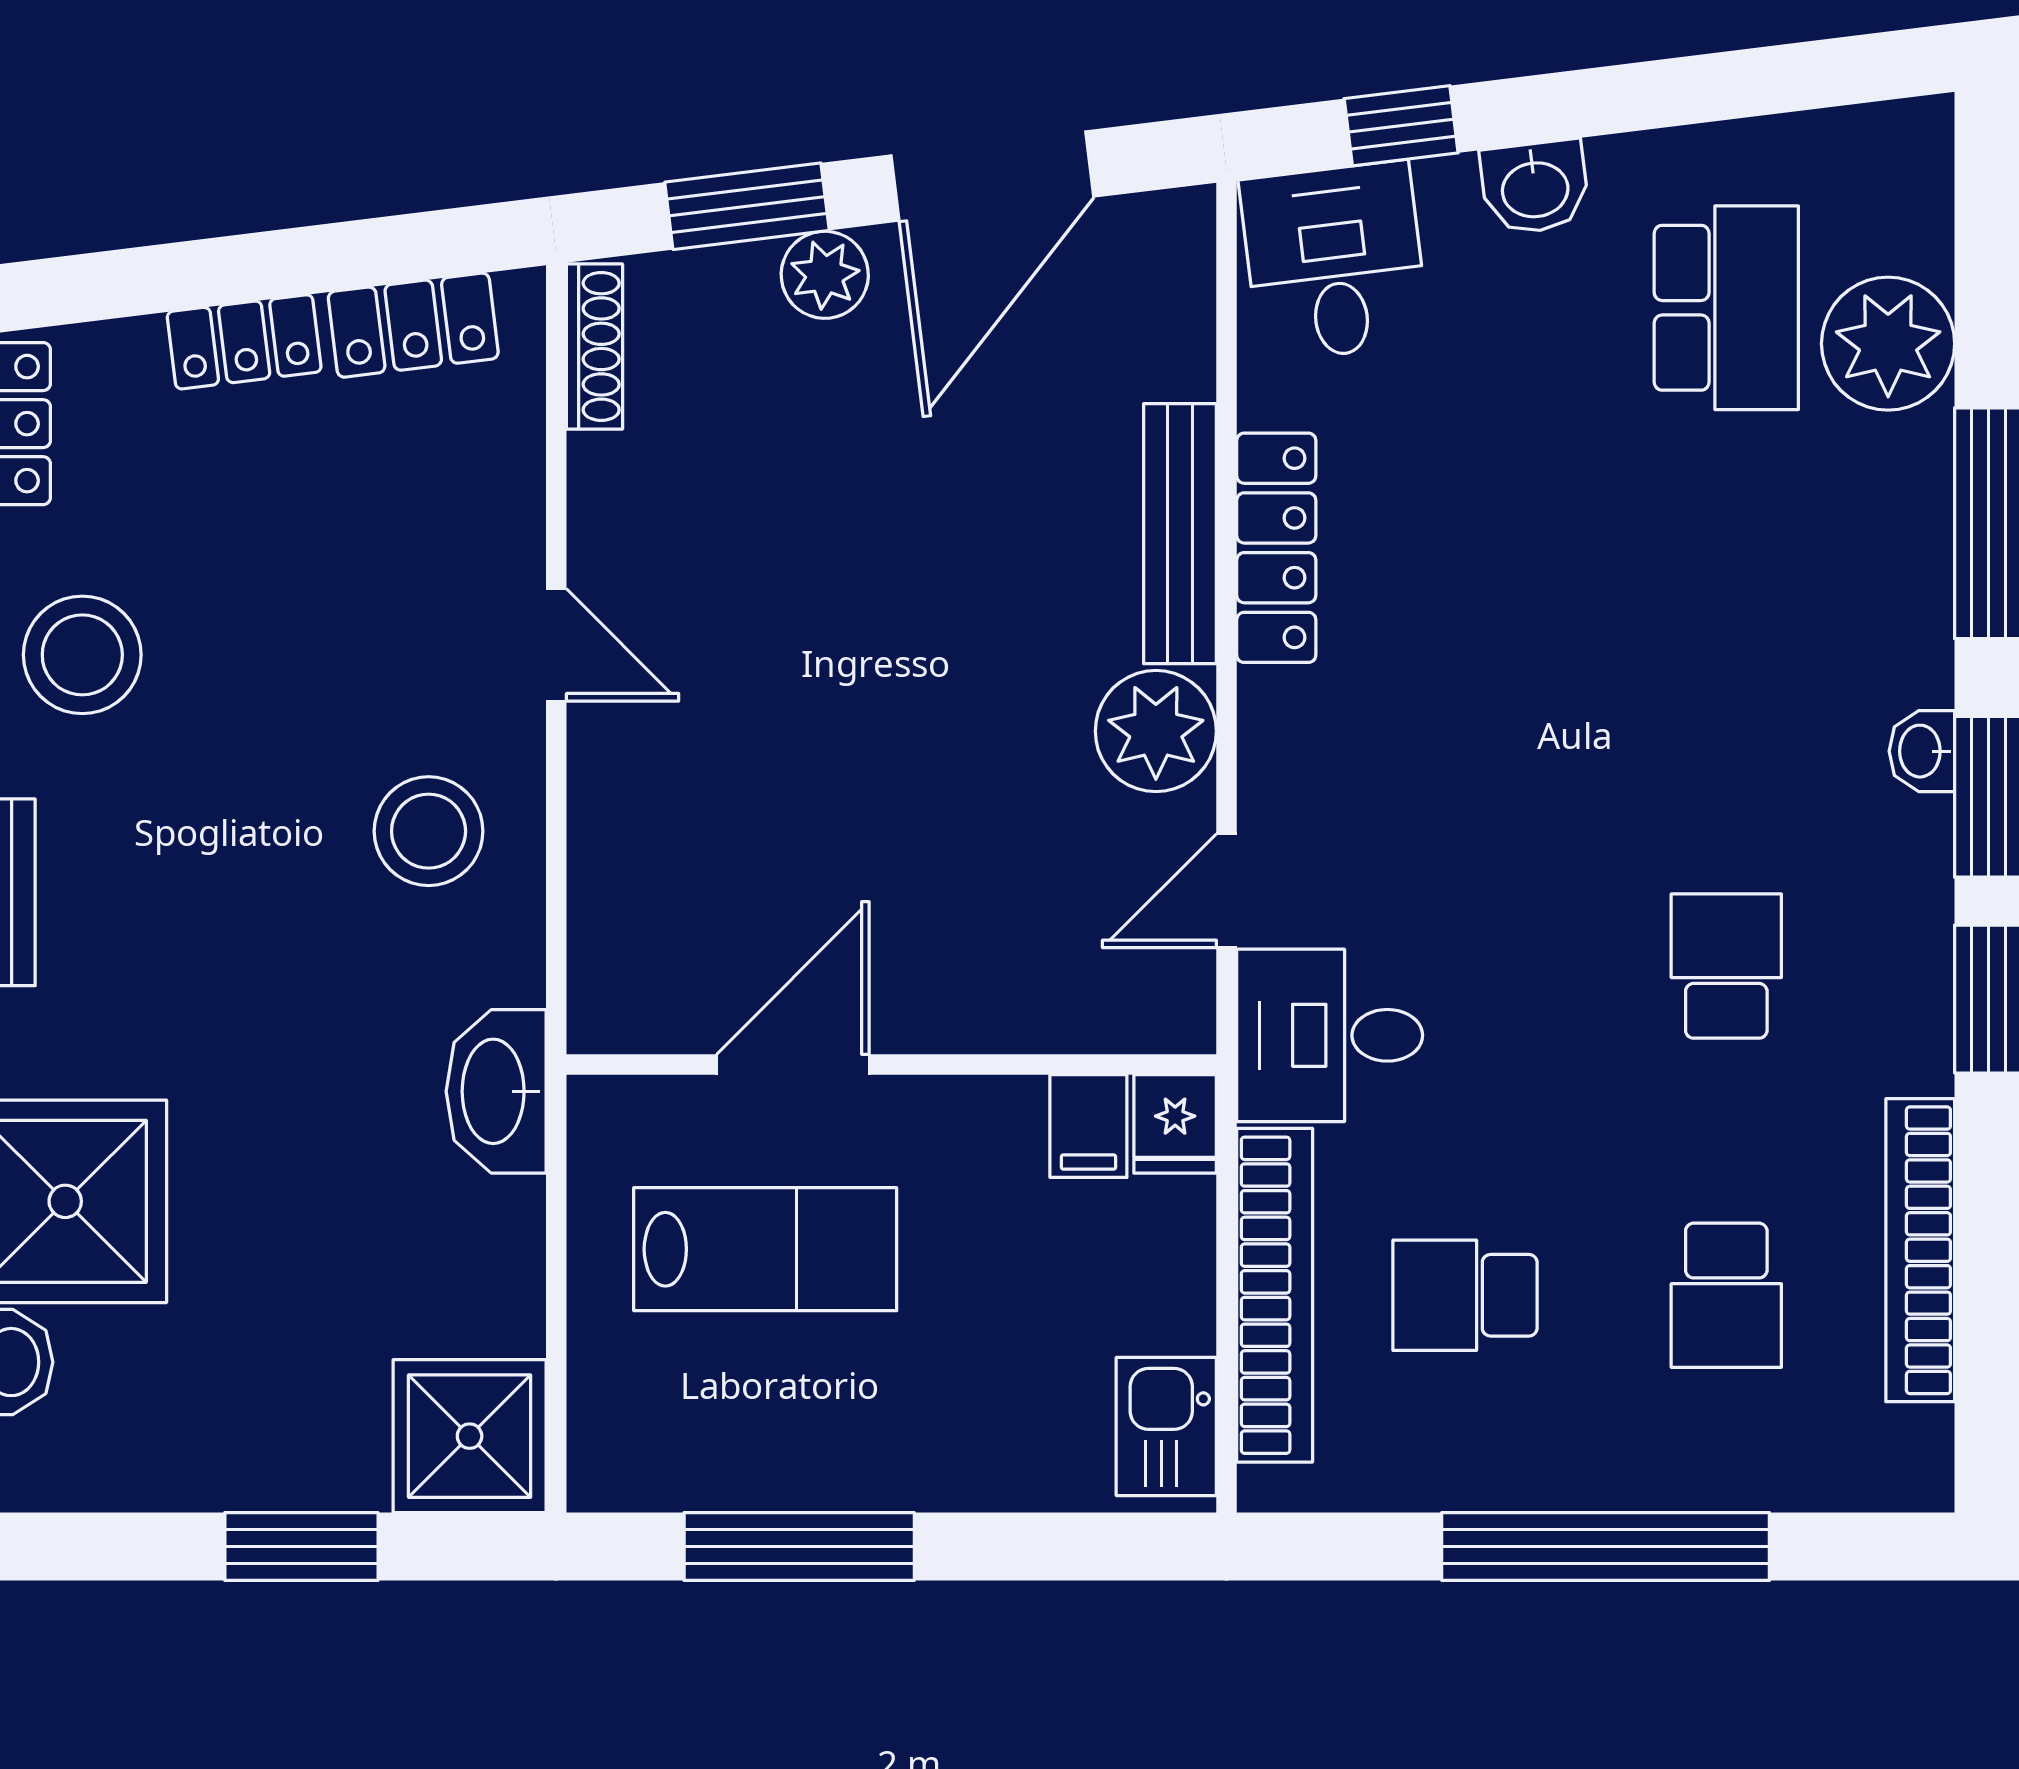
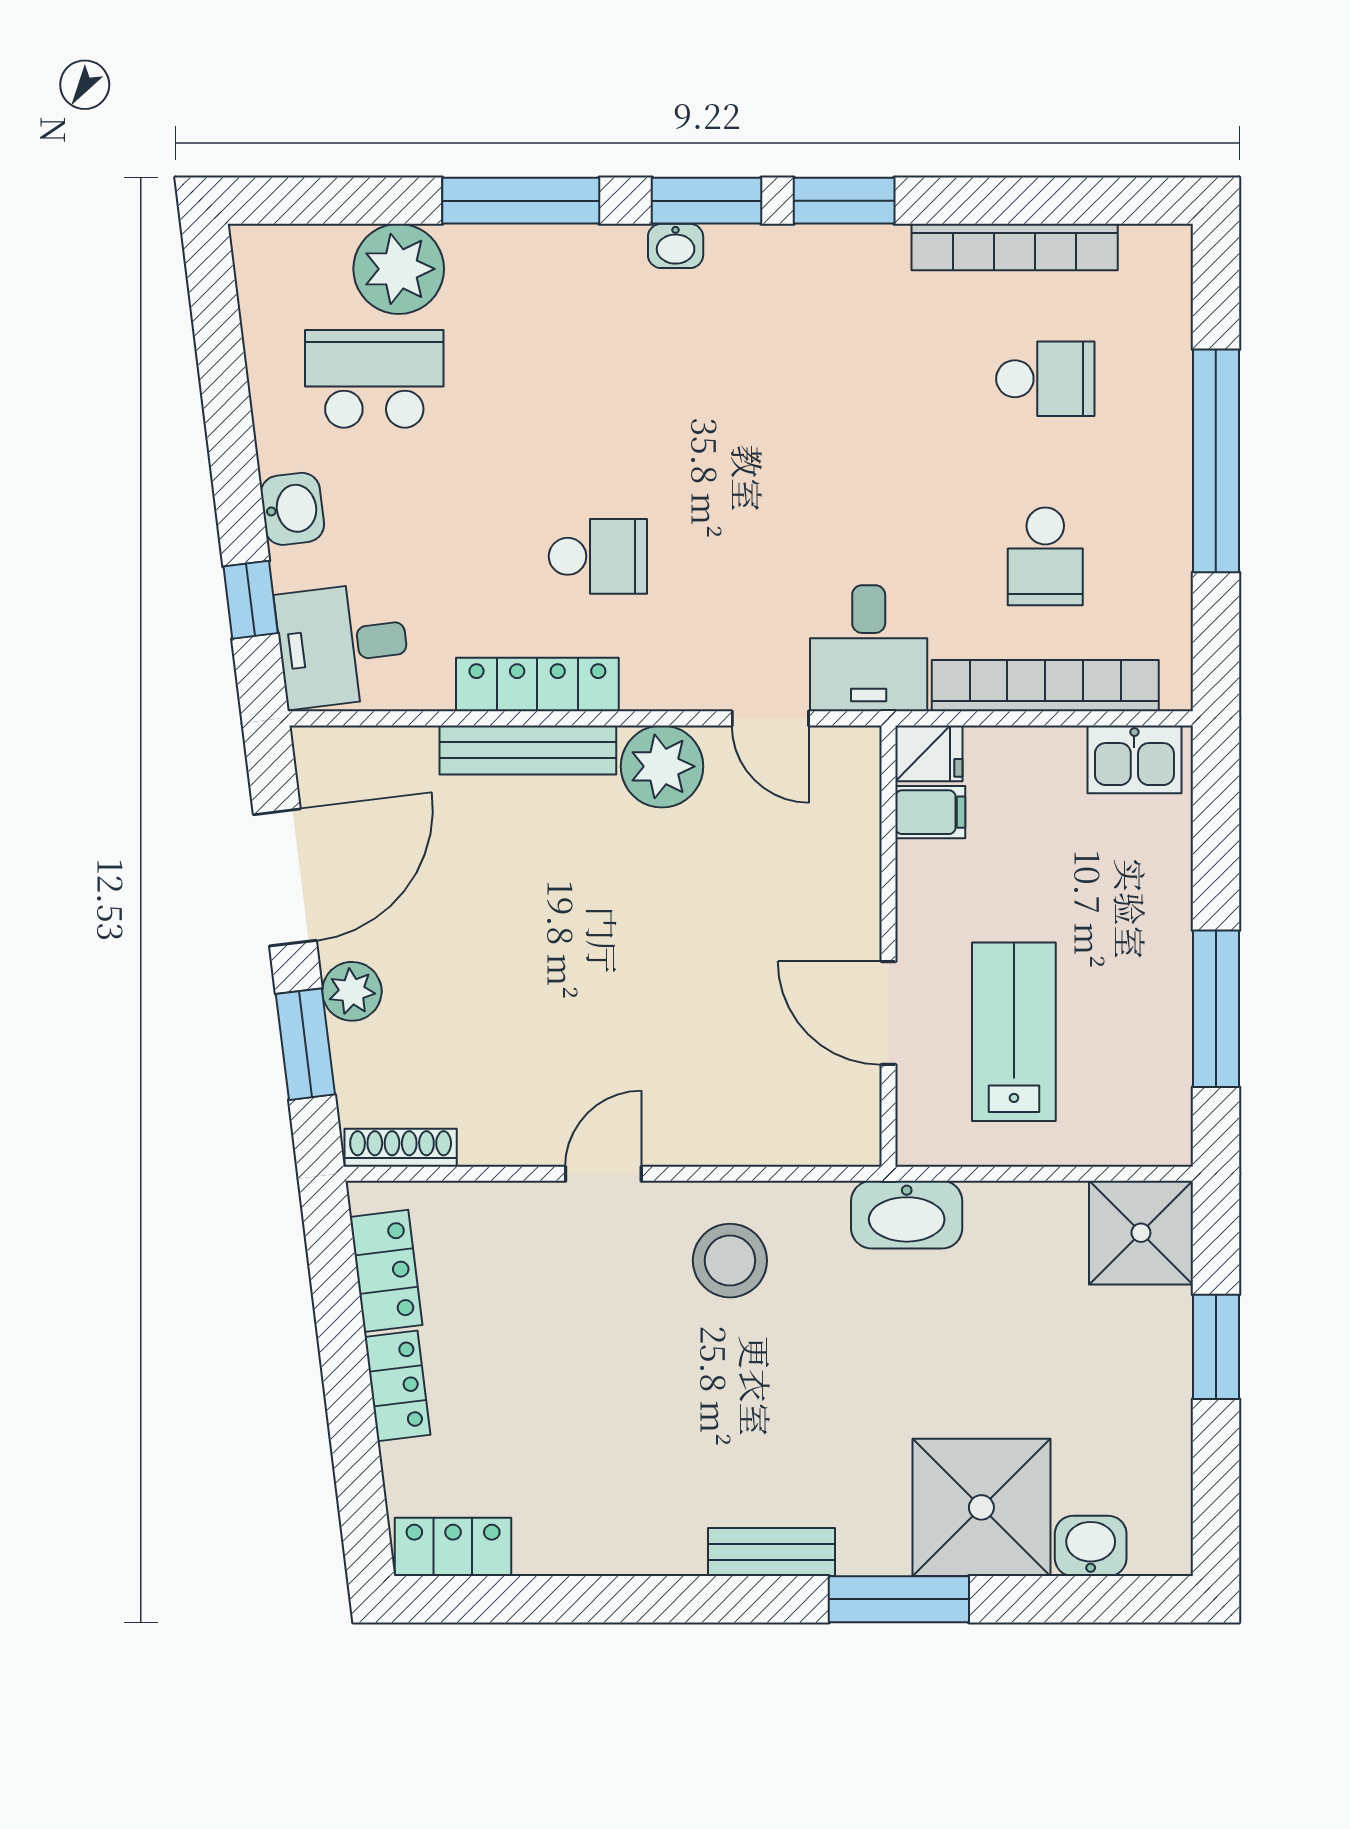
door: (992, 176) -> (285, 877), hinge flipped
stool: (82, 655) -> (610, 1496), removed
school desk: (1726, 966) -> (598, 556), moved, turned 180

